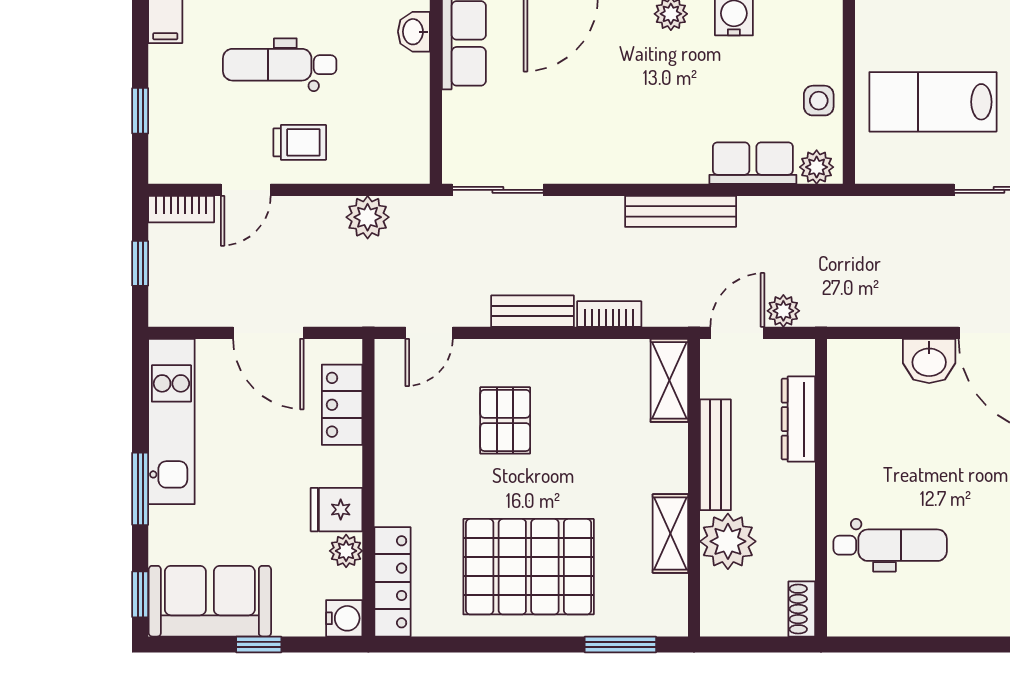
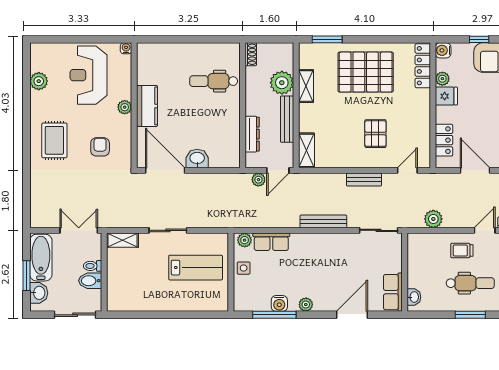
bench: (681, 211) -> (323, 221), moved
bookcase: (609, 314) -> (332, 178), removed

